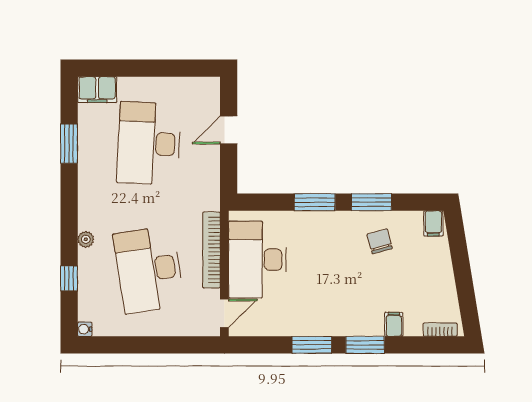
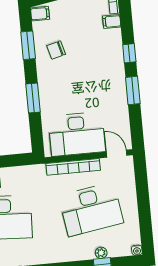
window: (371, 202) -> (28, 45), moved
plant: (86, 239) -> (101, 253), moved
filing cabinet: (394, 324) -> (112, 22), moved
window: (365, 345) -> (129, 53), width x0.67

